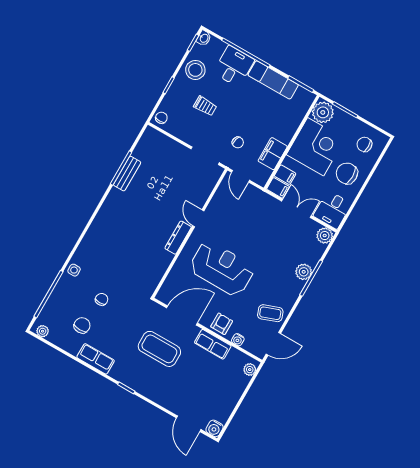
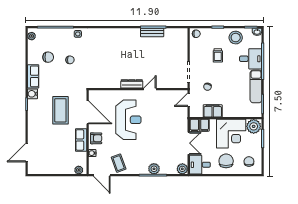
water cooler: (214, 428) -> (32, 94), moved

